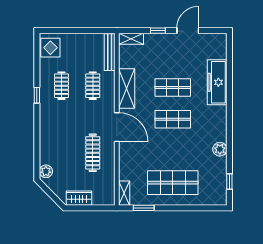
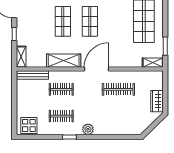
plant: (46, 171) -> (88, 129), moved

